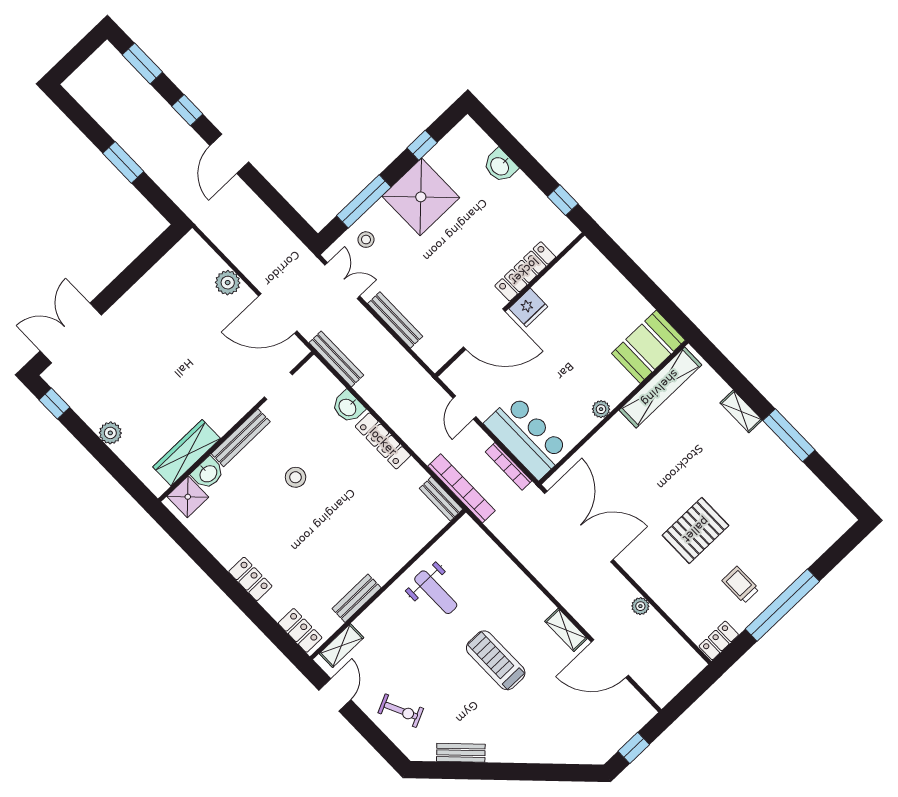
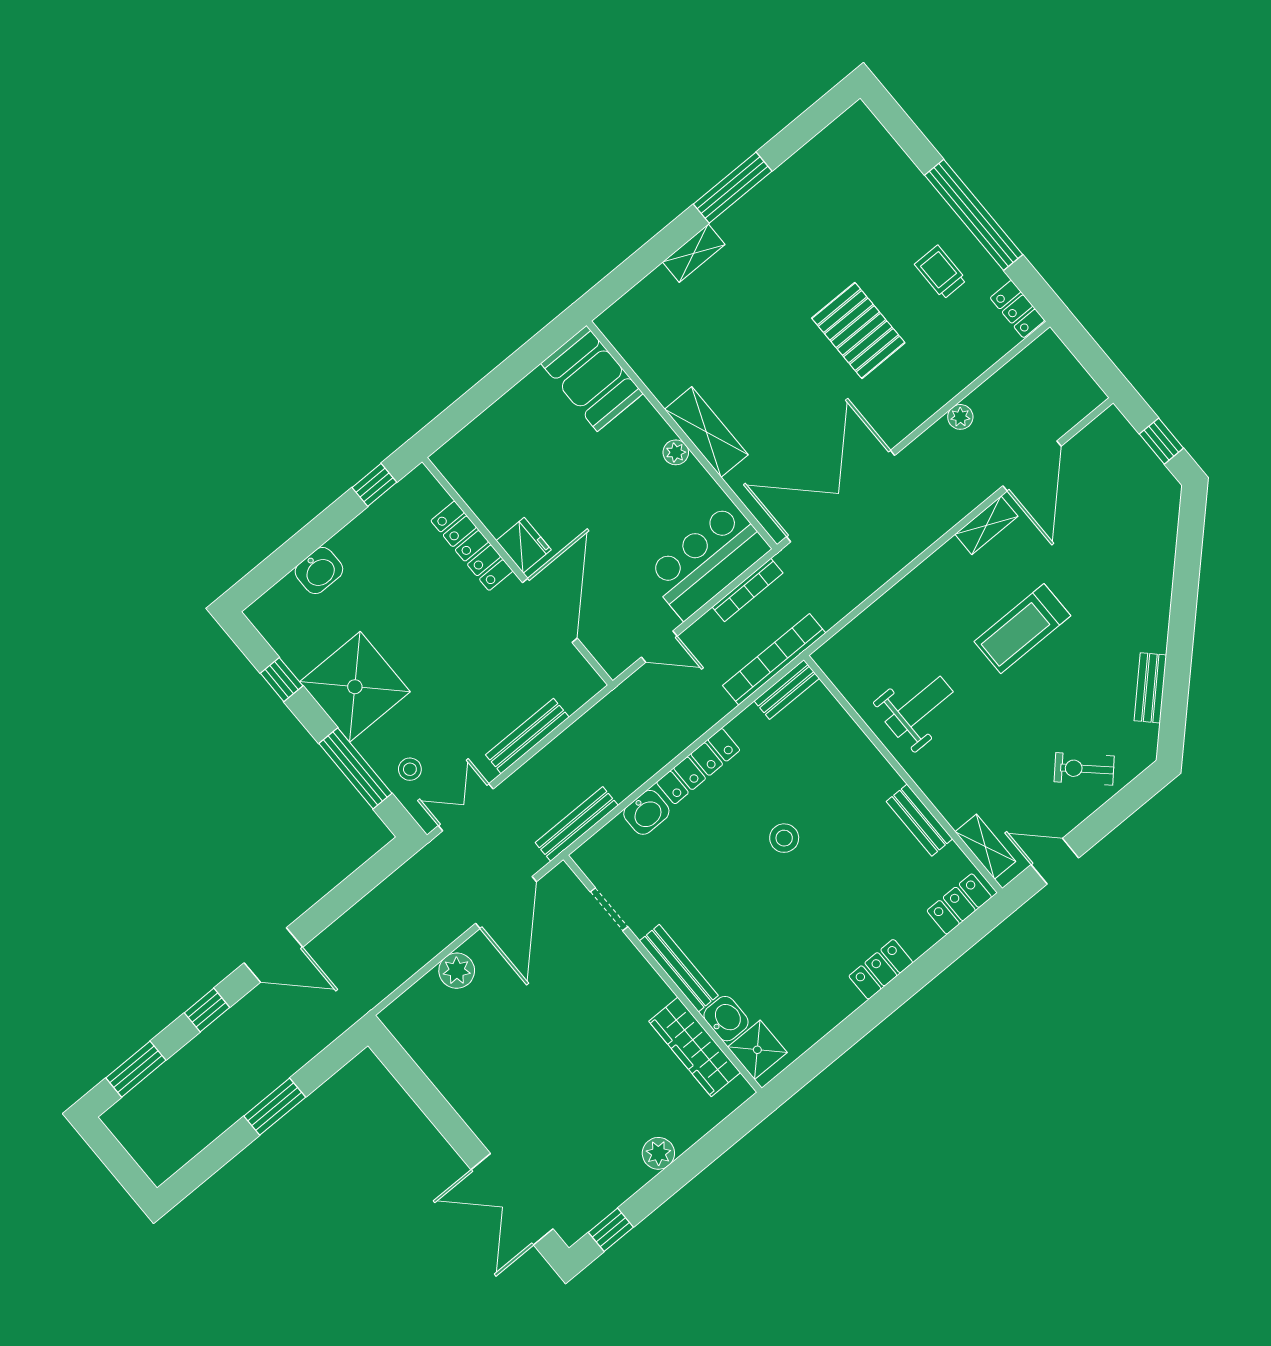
shelving: (660, 388) -> (706, 432), moved, width x0.68
stool: (296, 477) -> (784, 838), moved
trolley: (740, 585) -> (941, 272), turned 90
exercise bike: (401, 711) -> (1084, 769), turned -112

